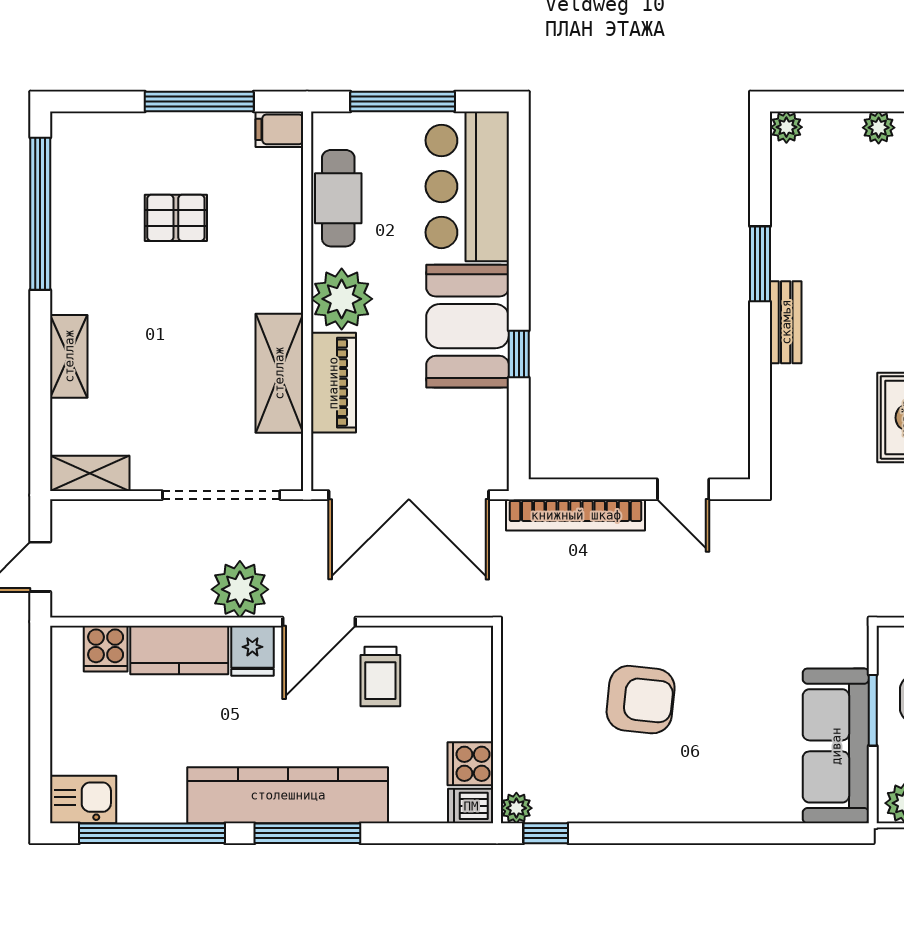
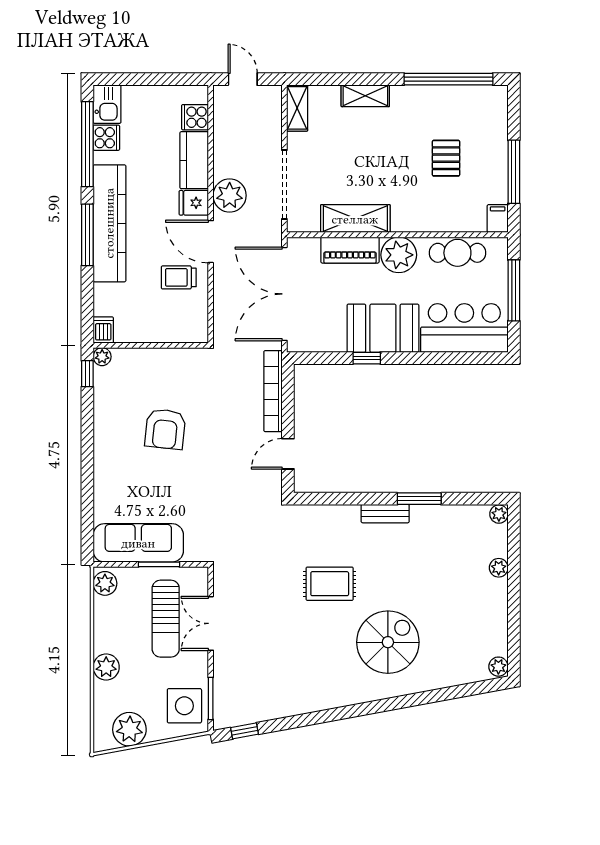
cooker: (470, 764) -> (106, 138), moved, turned 90

